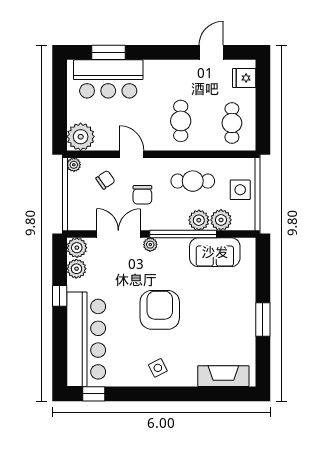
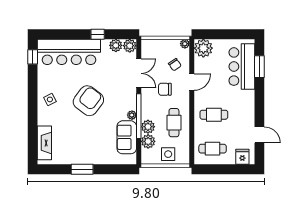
plant: (150, 245) -> (132, 115), moved
armchair: (160, 310) -> (88, 101), turned -53

